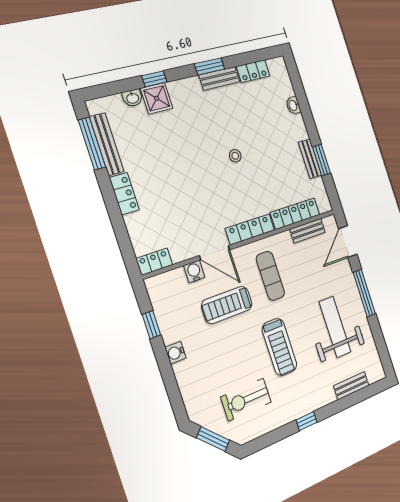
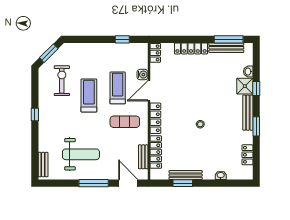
bench: (219, 78) -> (248, 113), moved, width x1.36
bench: (310, 159) -> (186, 175), width x1.36
locker: (124, 194) -> (191, 48), width x1.53
treadmill: (279, 347) -> (89, 95), moved, turned 90
water cooler: (176, 353) -> (103, 48), removed
bench: (351, 386) -> (43, 165), moved

